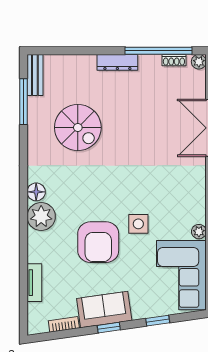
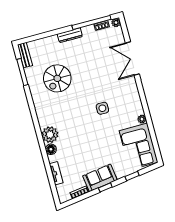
spiral stairs: (78, 128) -> (57, 78), turned 90
floor lamp: (36, 192) -> (51, 149), moved
side table: (138, 224) -> (102, 108), moved
armchair: (98, 242) -> (86, 140), removed

